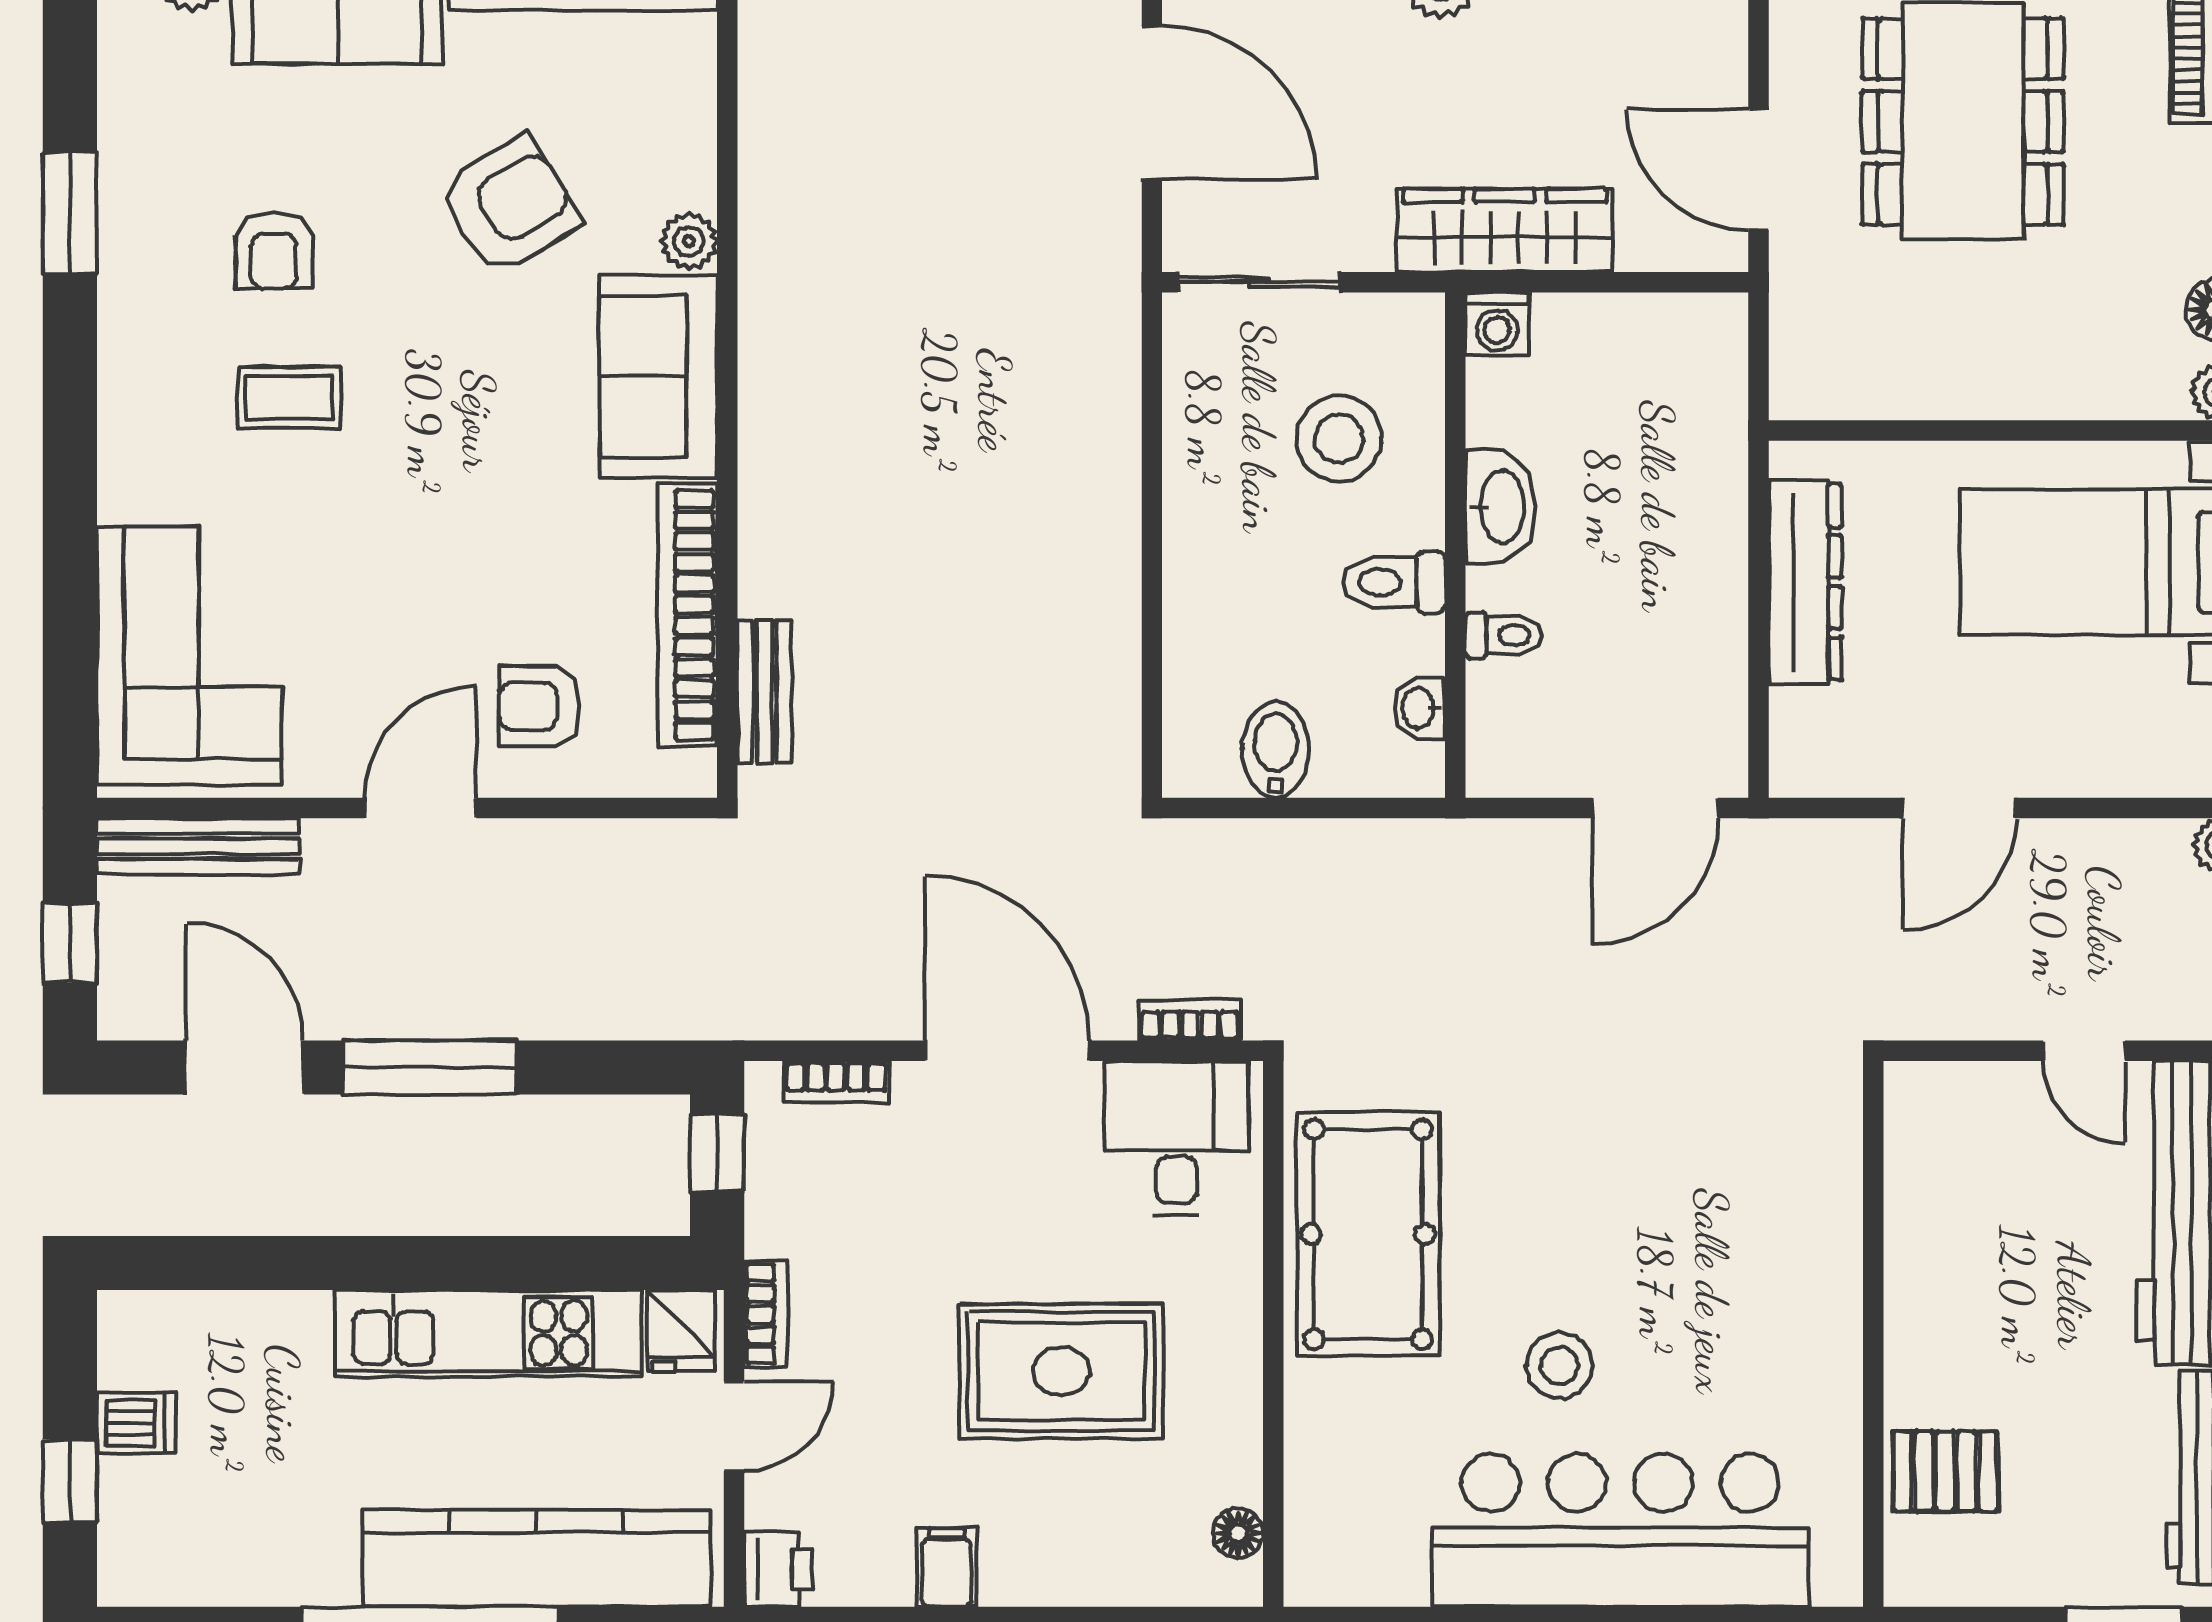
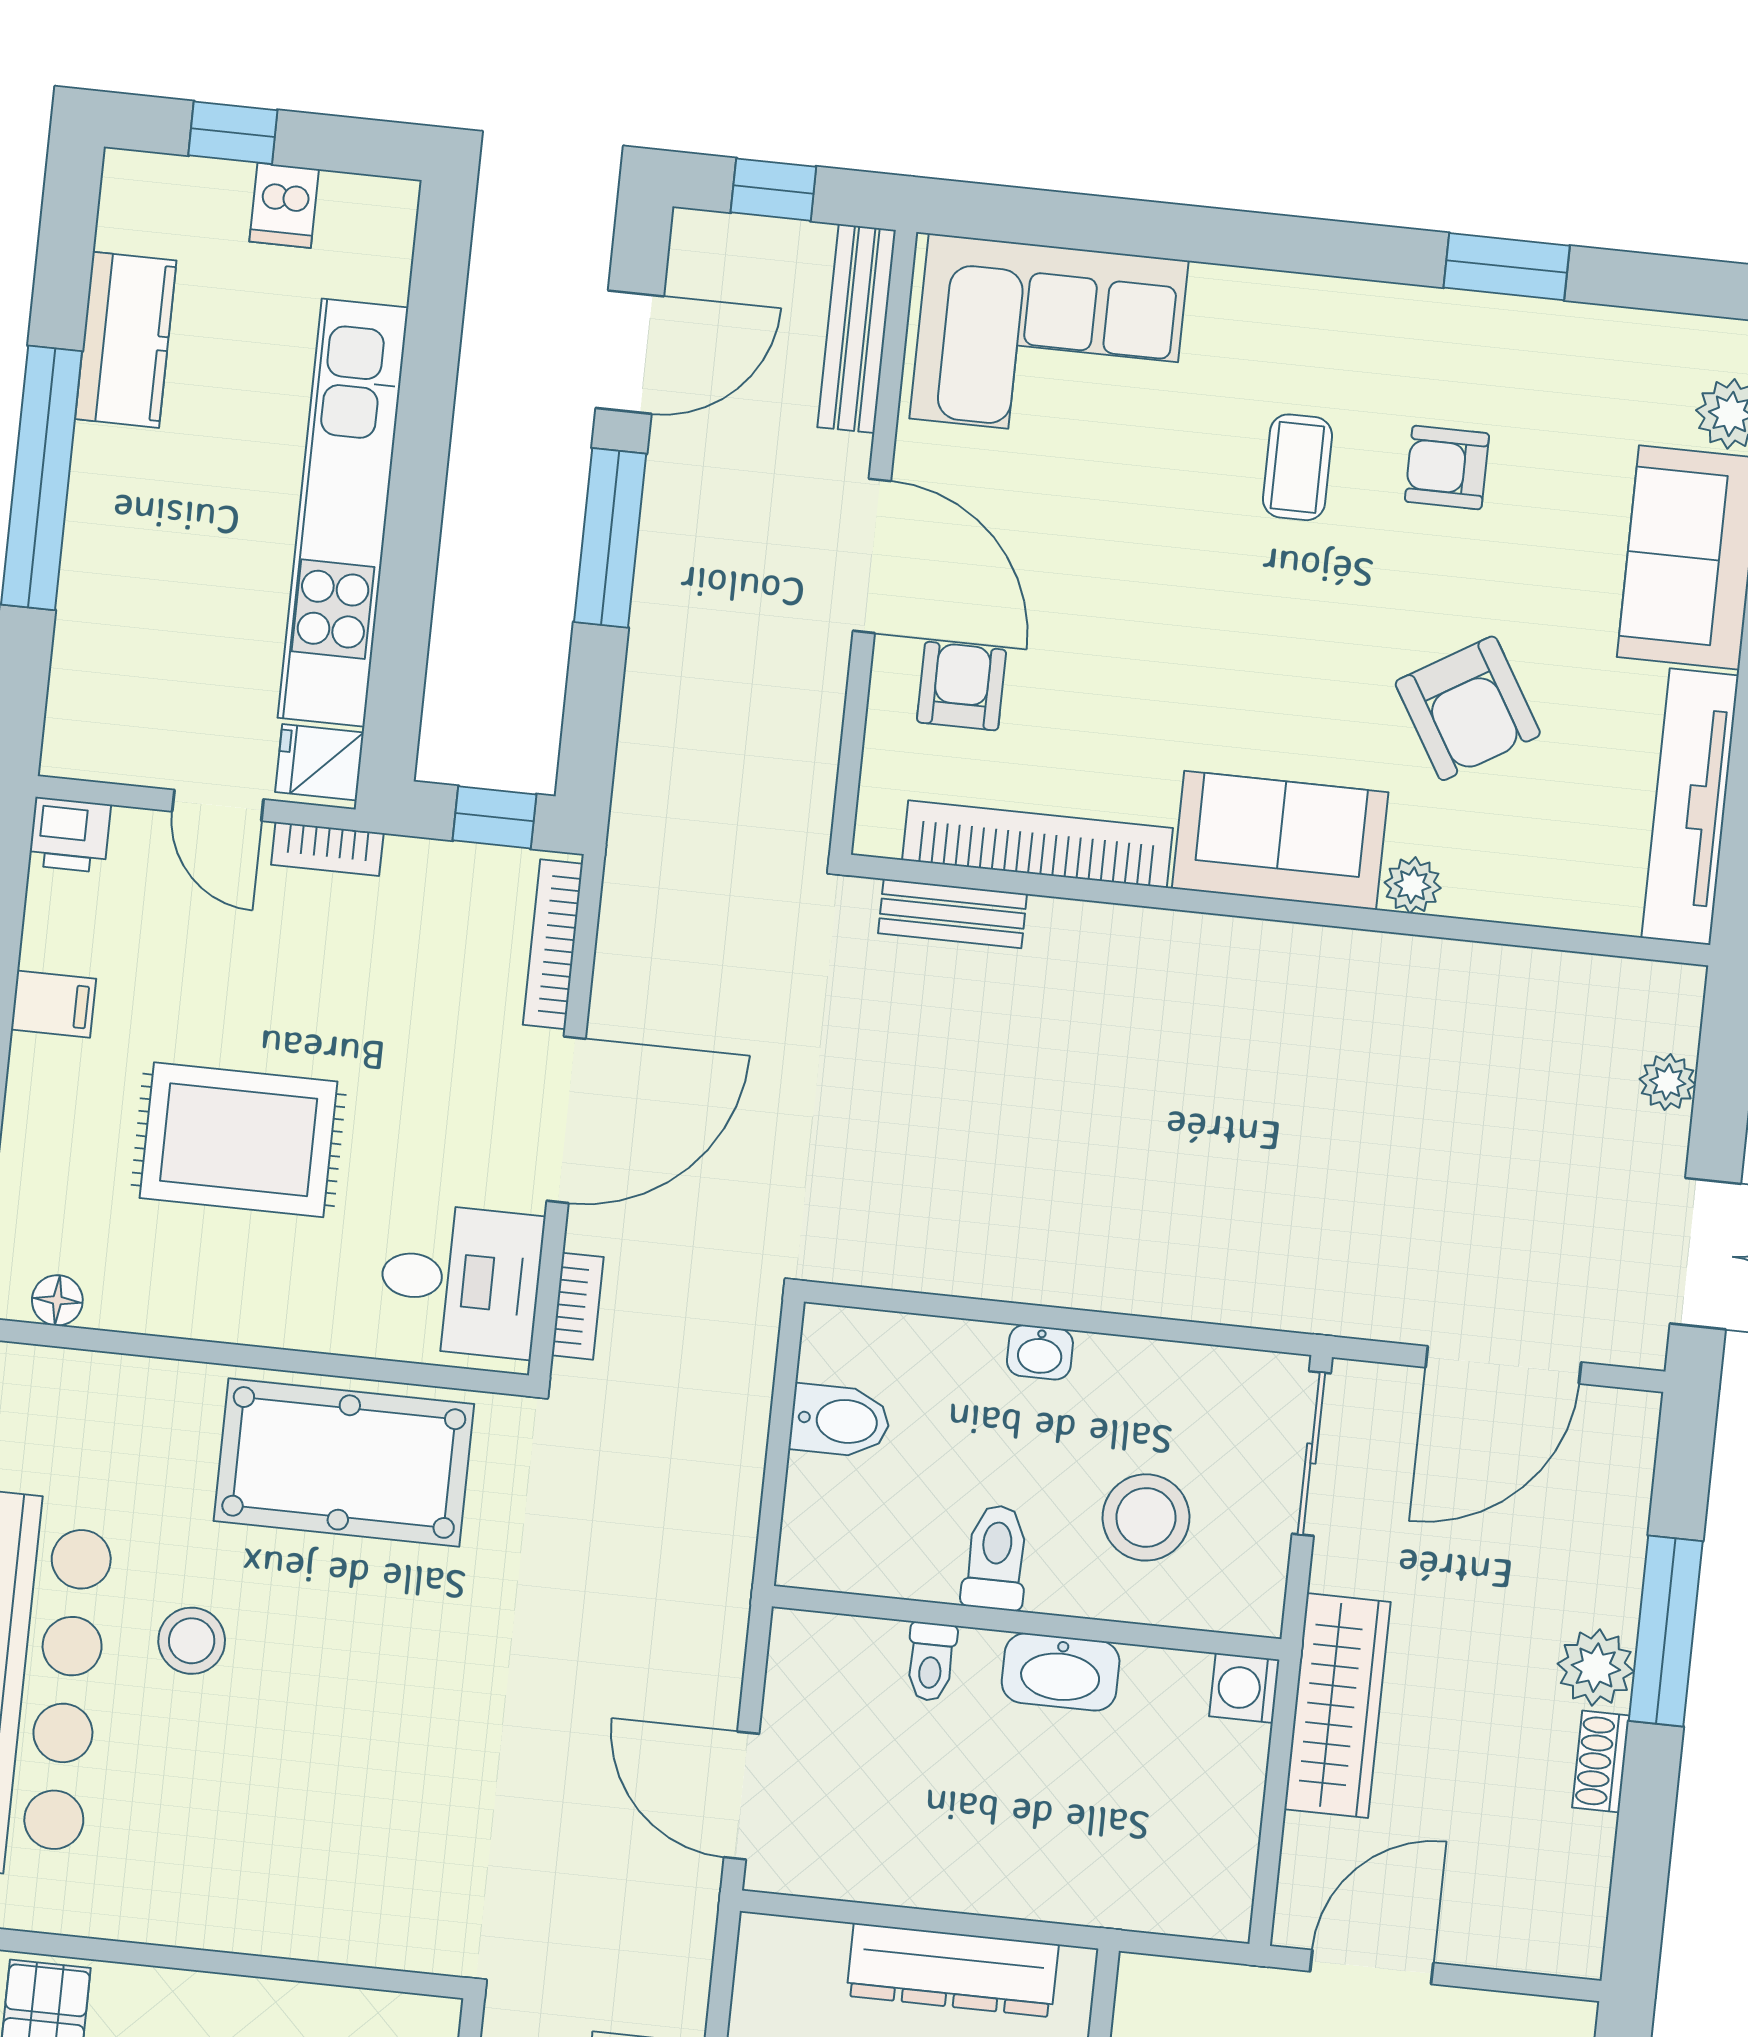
washbasin: (1420, 708) -> (1040, 1352), moved, turned 180
door: (420, 808) -> (872, 556), width x1.36
bookcase: (836, 1082) -> (553, 944), width x1.56
kitchen unit: (488, 1333) -> (343, 513), width x1.36
rug: (1061, 1371) -> (239, 1140), turned 90
kitchen counter: (536, 1558) -> (126, 340), moved, width x0.48, depth x0.86

